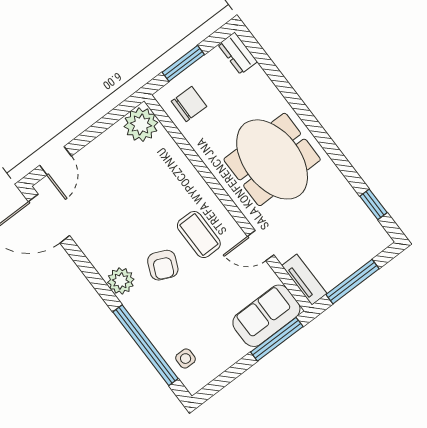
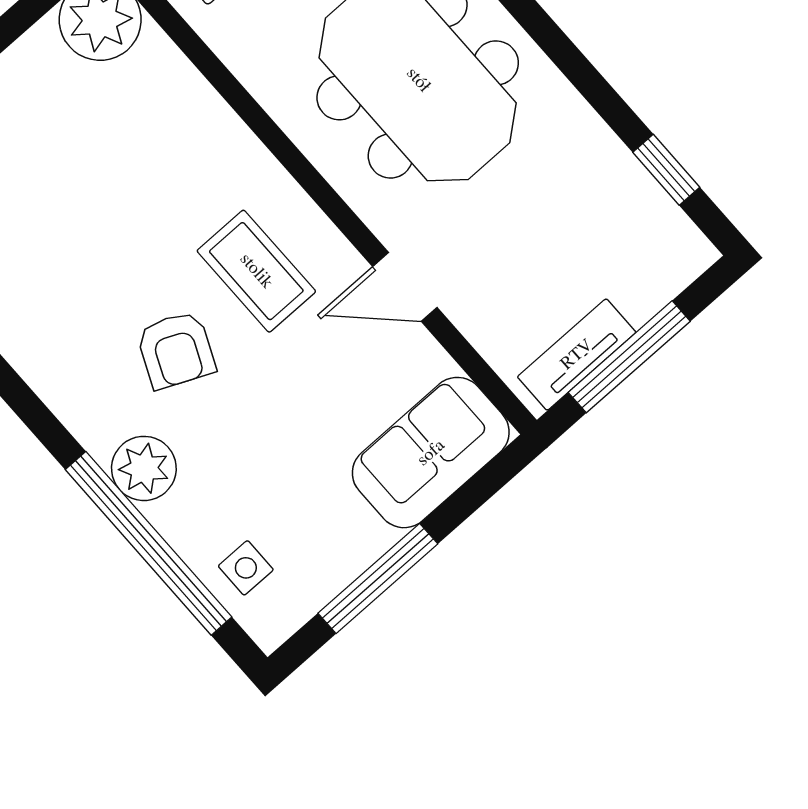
tv unit: (304, 280) -> (577, 355), moved, turned -90
plant: (121, 281) -> (144, 468), moved
window: (277, 339) -> (378, 579), moved

